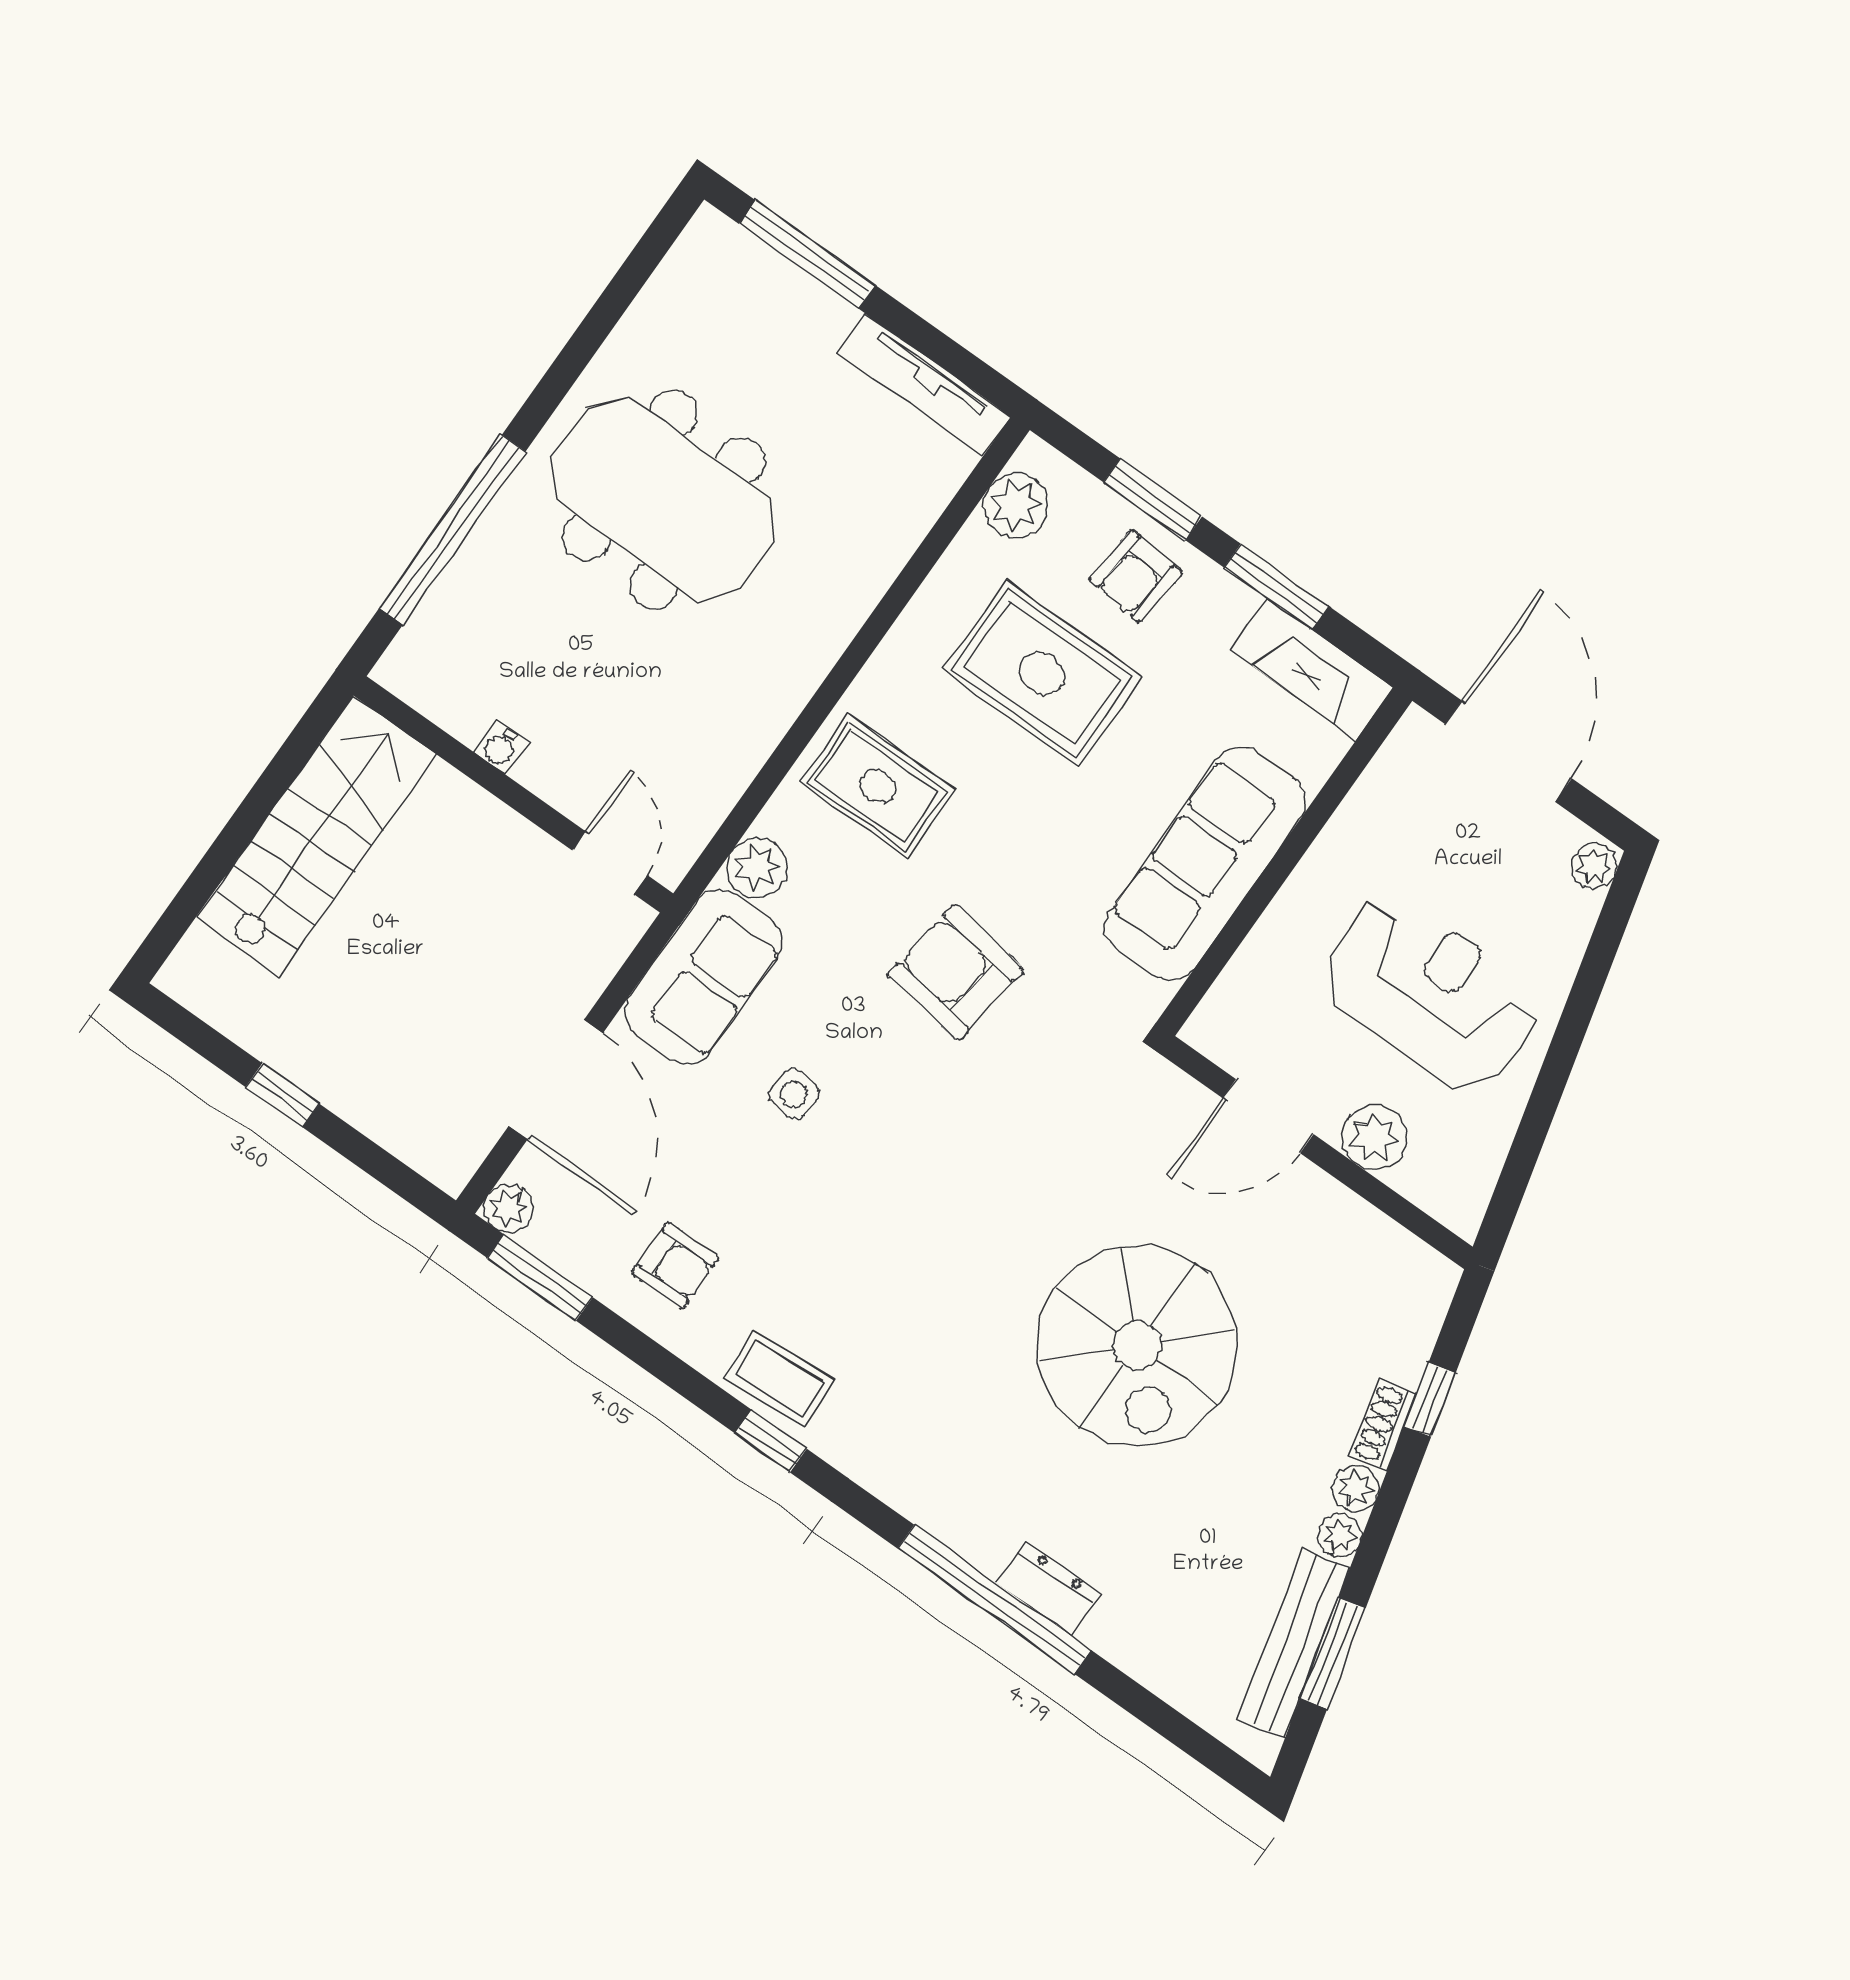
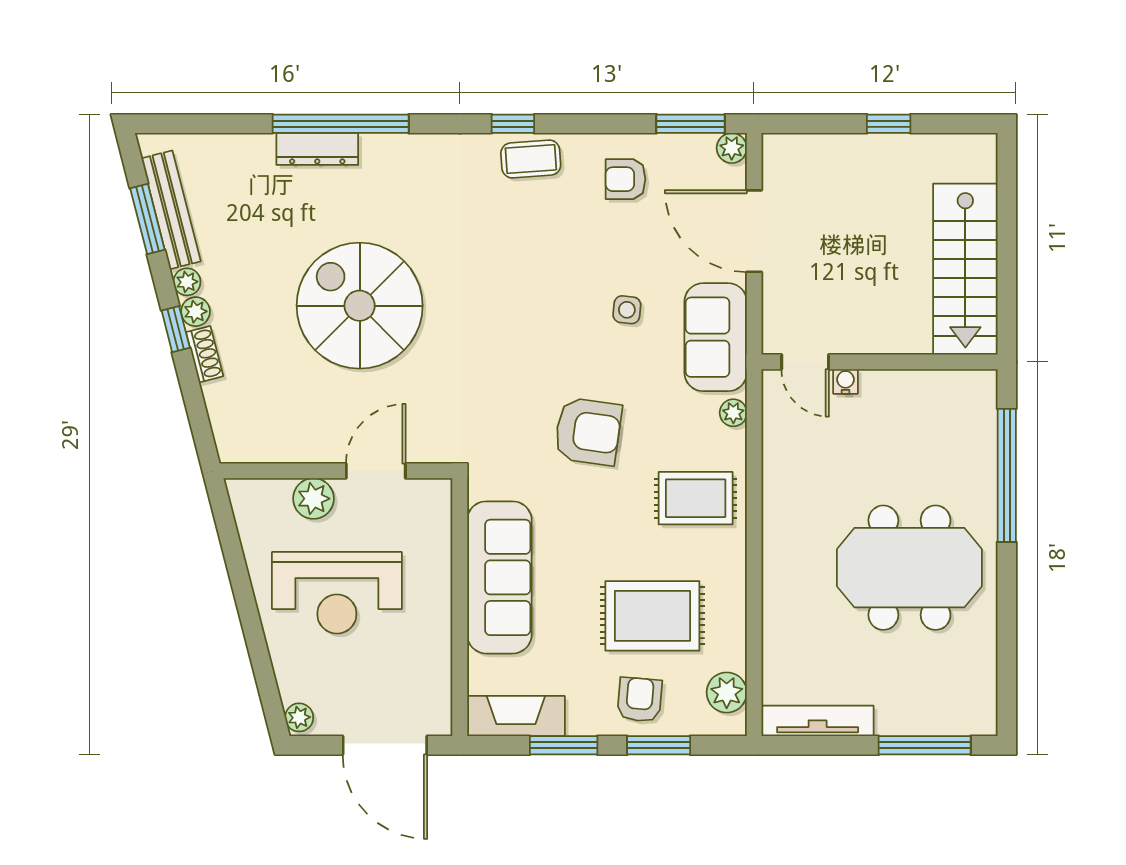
water cooler: (501, 748) -> (845, 381), moved
plant: (757, 867) -> (733, 413), width x0.73, depth x0.73
window: (1430, 1400) -> (176, 329), moved
dresser: (1048, 1588) -> (317, 149), width x1.44

